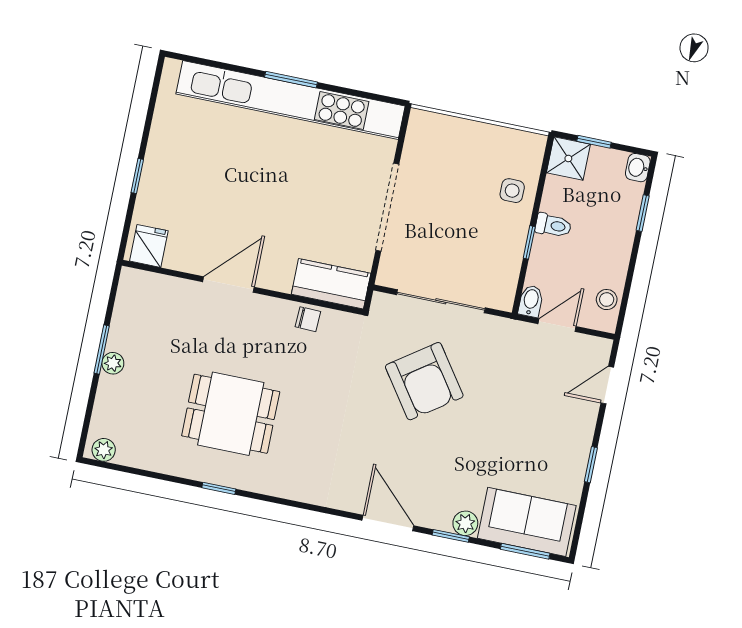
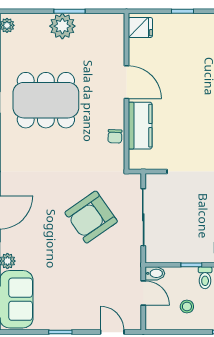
kitchen counter: (331, 284) -> (140, 126), moved
stool: (607, 300) -> (187, 307), moved
plant: (113, 363) -> (62, 26), width x1.87, depth x1.87
dining table: (231, 414) -> (46, 100), width x1.38

